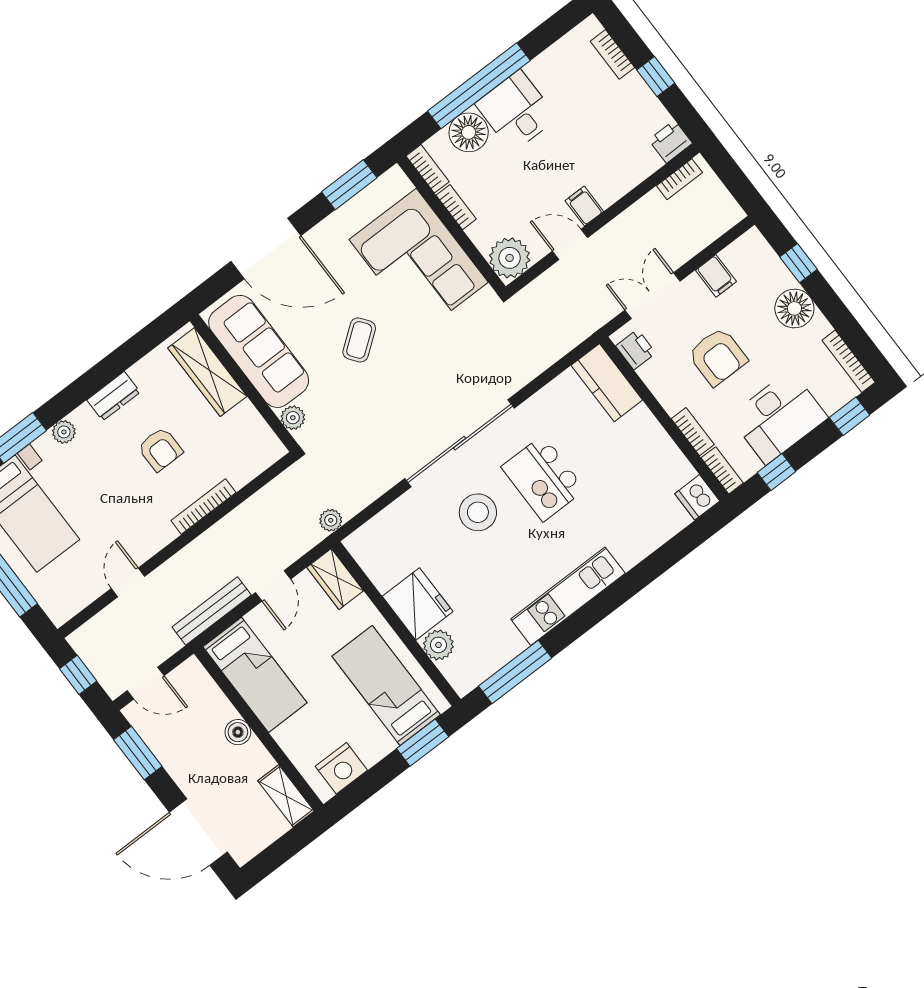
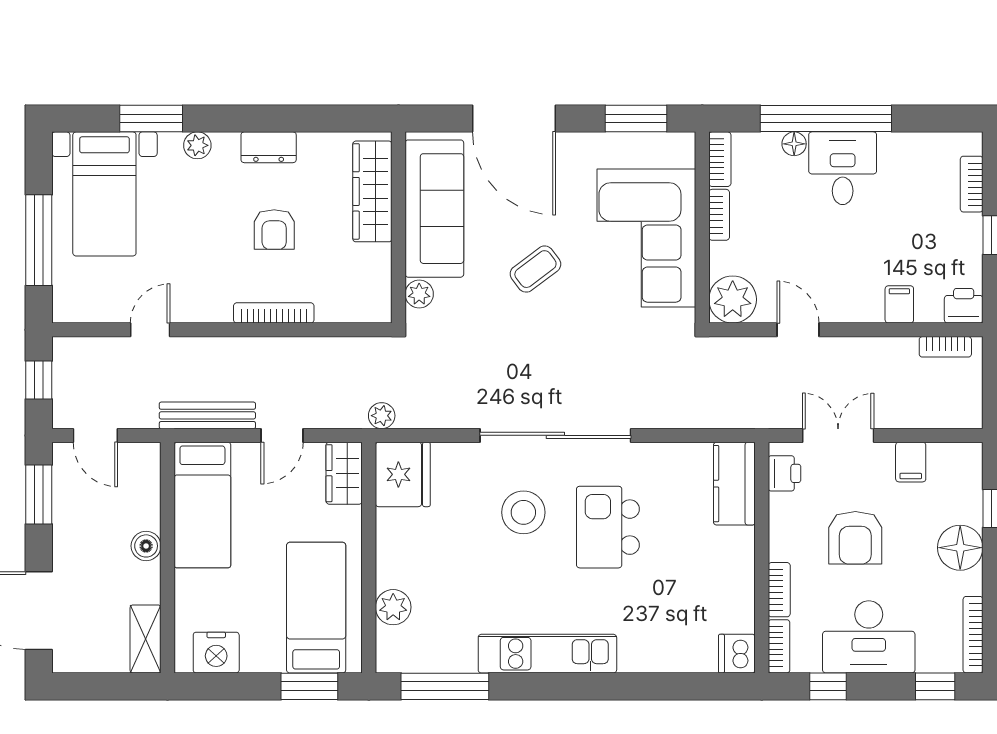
floor lamp: (469, 132) -> (794, 144), width x0.53, depth x0.53
filing cabinet: (584, 206) -> (899, 304), moved
fridge: (418, 604) -> (403, 474), moved

